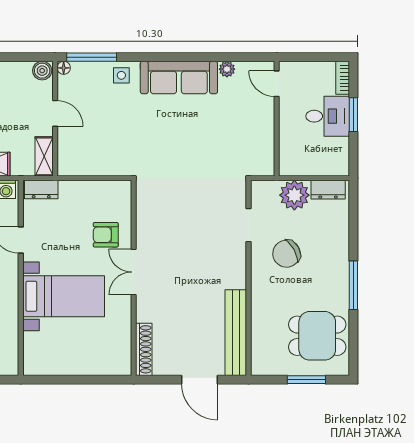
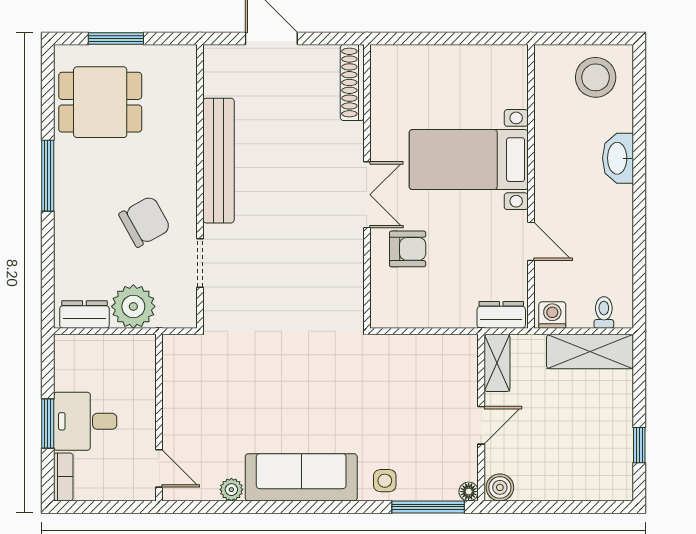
door: (55, 113) -> (481, 425), swing flipped
bench: (236, 333) -> (219, 161), moved

